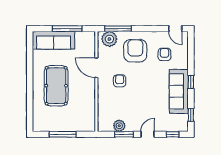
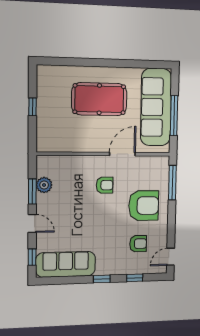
plant: (109, 39) -> (159, 171), removed
sofa: (54, 40) -> (156, 107), width x1.36, depth x1.27
sofa: (179, 91) -> (66, 264), moved
window: (191, 115) -> (135, 278), moved
window: (63, 134) -> (33, 107), width x0.46

